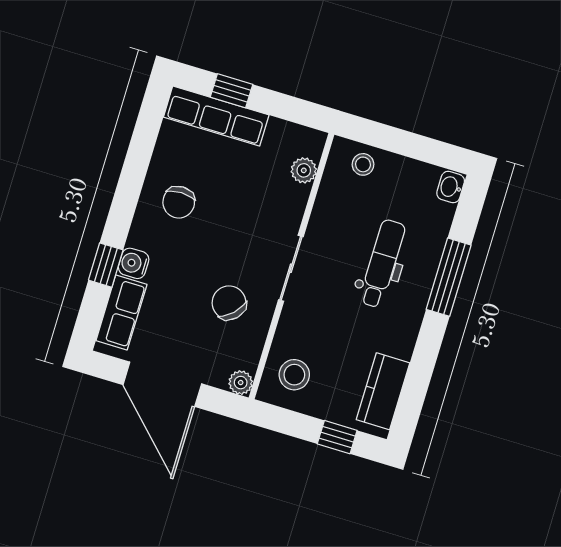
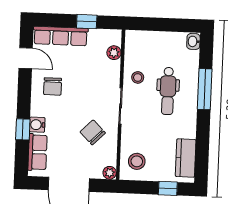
window: (232, 91) -> (87, 22), moved
door: (144, 139) -> (26, 58), added
stool: (363, 164) -> (138, 77), moved
dental chair: (382, 264) -> (168, 91), turned 180

